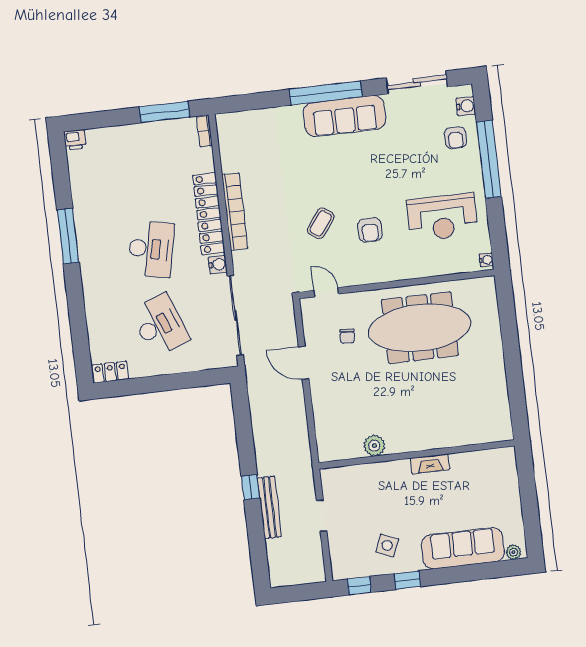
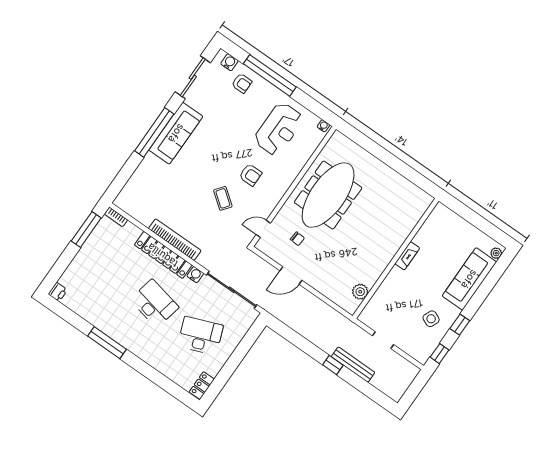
plant: (374, 446) -> (360, 292), moved

